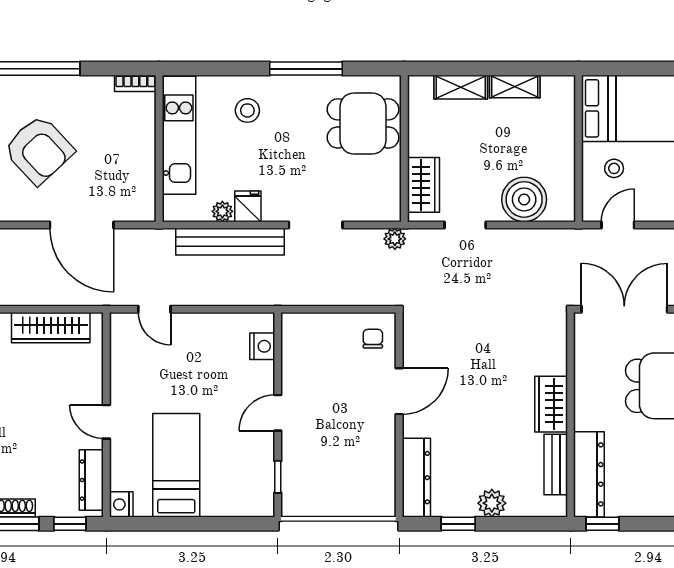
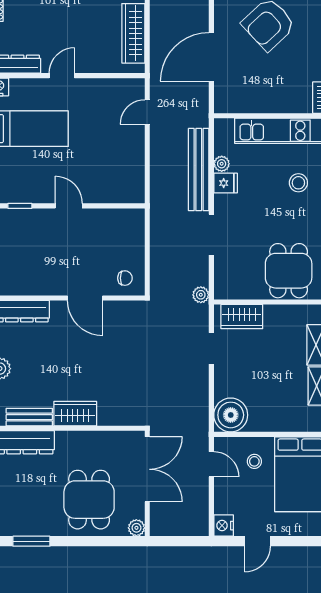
boiler: (524, 199) -> (231, 415), moved
nightstand: (262, 346) -> (119, 194), removed

